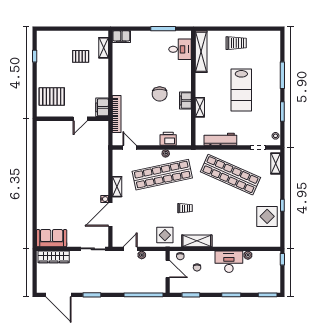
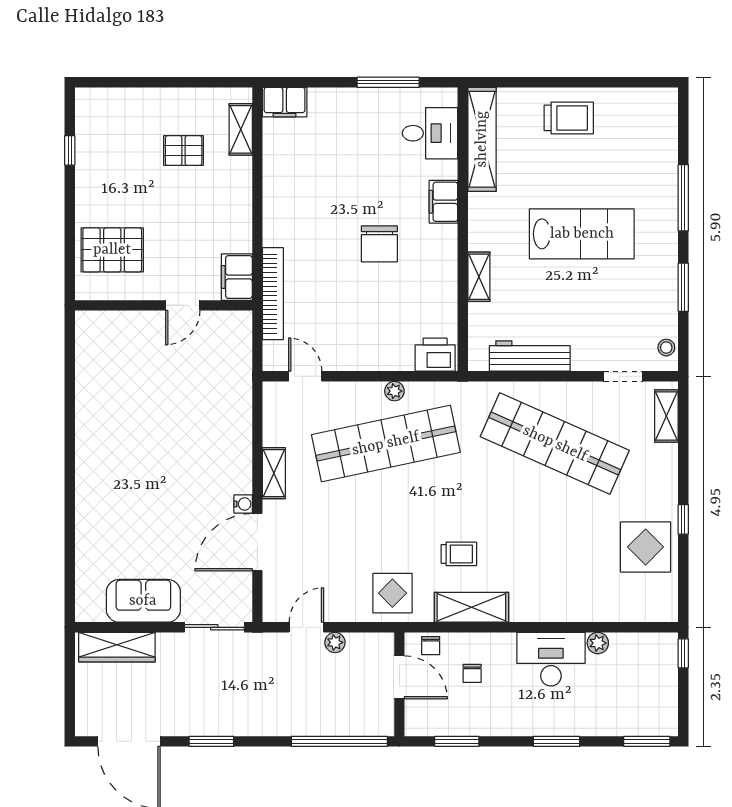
lab bench: (241, 90) -> (582, 234), turned -90
filing cabinet: (185, 100) -> (443, 202), moved
printer: (168, 139) -> (435, 355), moved
trolley: (185, 208) -> (459, 554), moved
sofa: (52, 238) -> (143, 601), moved

